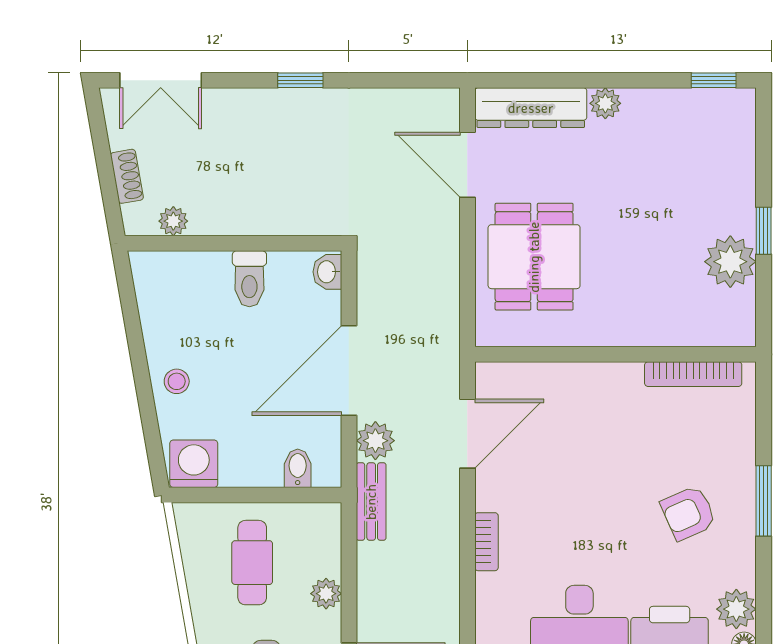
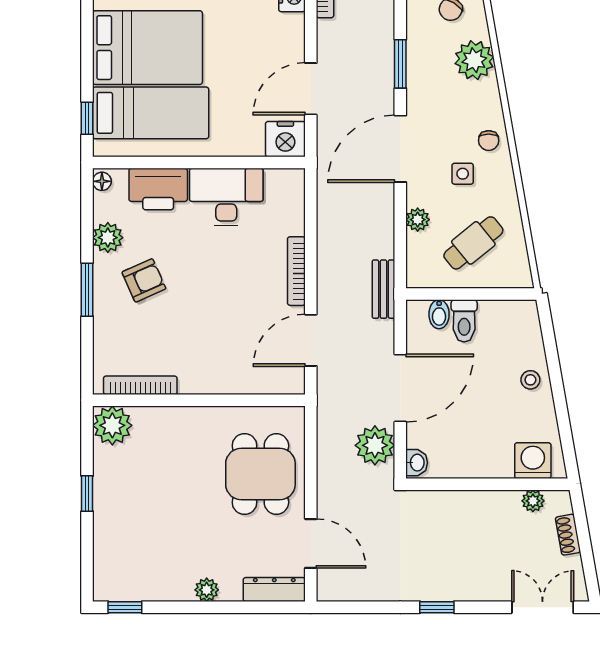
dresser: (531, 108) -> (274, 590), width x0.73, depth x0.80
plant: (730, 262) -> (112, 425), moved
toilet: (249, 279) -> (464, 321), moved, turned 180
plant: (375, 441) -> (375, 445), moved, width x1.36, depth x1.36
washing machine: (194, 464) -> (533, 461), moved, turned 180
bookcase: (486, 542) -> (296, 271), width x1.56
cafe table: (252, 563) -> (473, 243), turned 51
plant: (736, 609) -> (108, 238), moved

